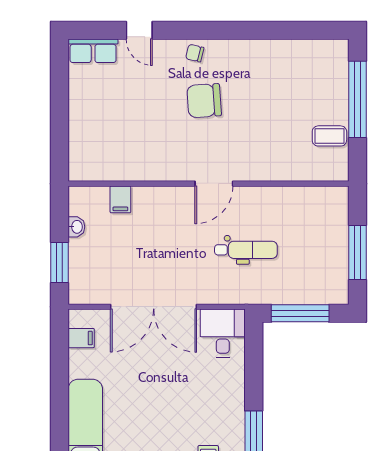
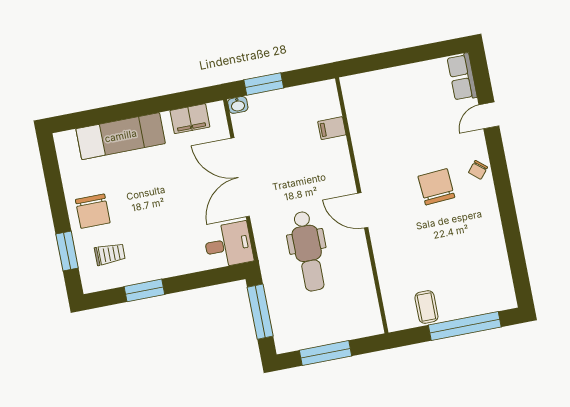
chair: (195, 53) -> (478, 170), turned -153
washbasin: (76, 227) -> (238, 105), moved
dental chair: (246, 250) -> (308, 251), width x1.36, depth x1.38
filing cabinet: (81, 338) -> (190, 119), width x2.00

